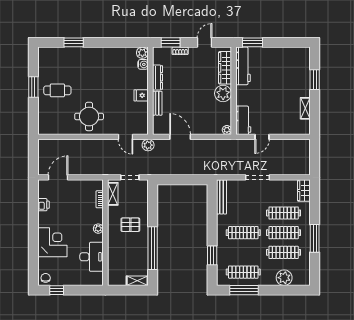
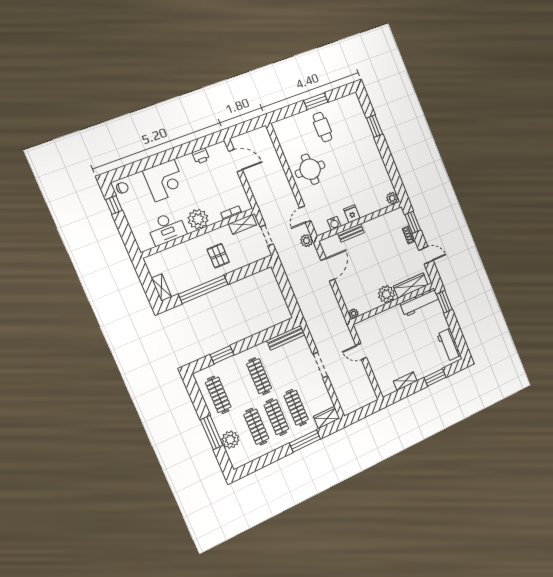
water cooler: (143, 64) -> (334, 223), moved
dresser: (158, 78) -> (375, 223), removed
workbench: (243, 120) -> (449, 345), moved, turned 90
plant: (98, 229) -> (198, 219), width x1.88, depth x1.88
window: (315, 238) -> (305, 441), moved
window: (244, 290) -> (212, 433), moved

